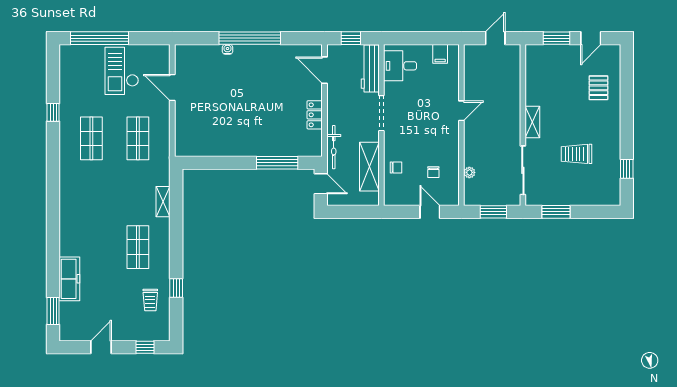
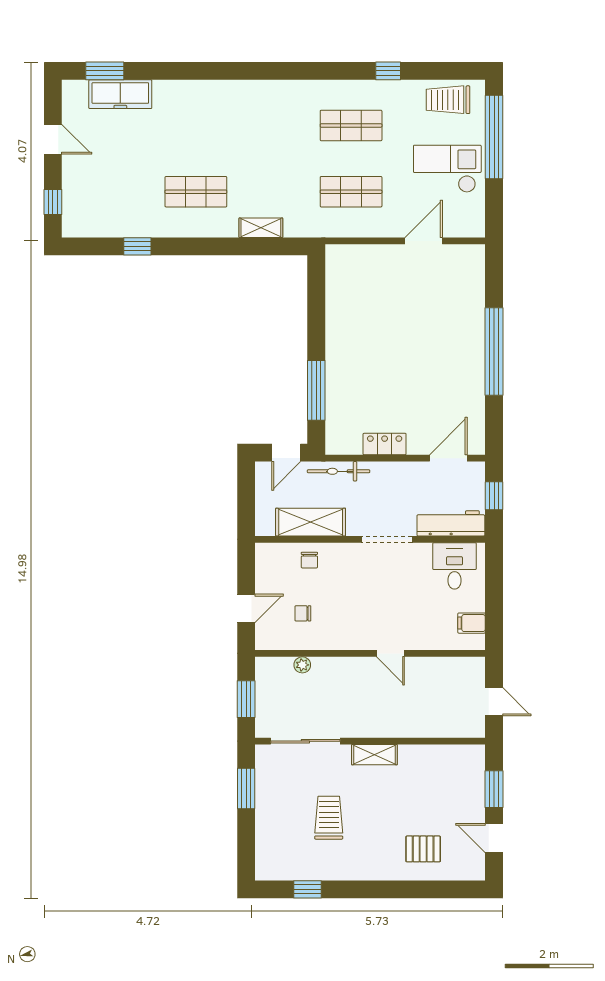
water cooler: (227, 49) -> (478, 320), removed
freezer: (69, 279) -> (120, 94), moved
trolley: (150, 300) -> (448, 100), moved, width x1.36, depth x1.39

